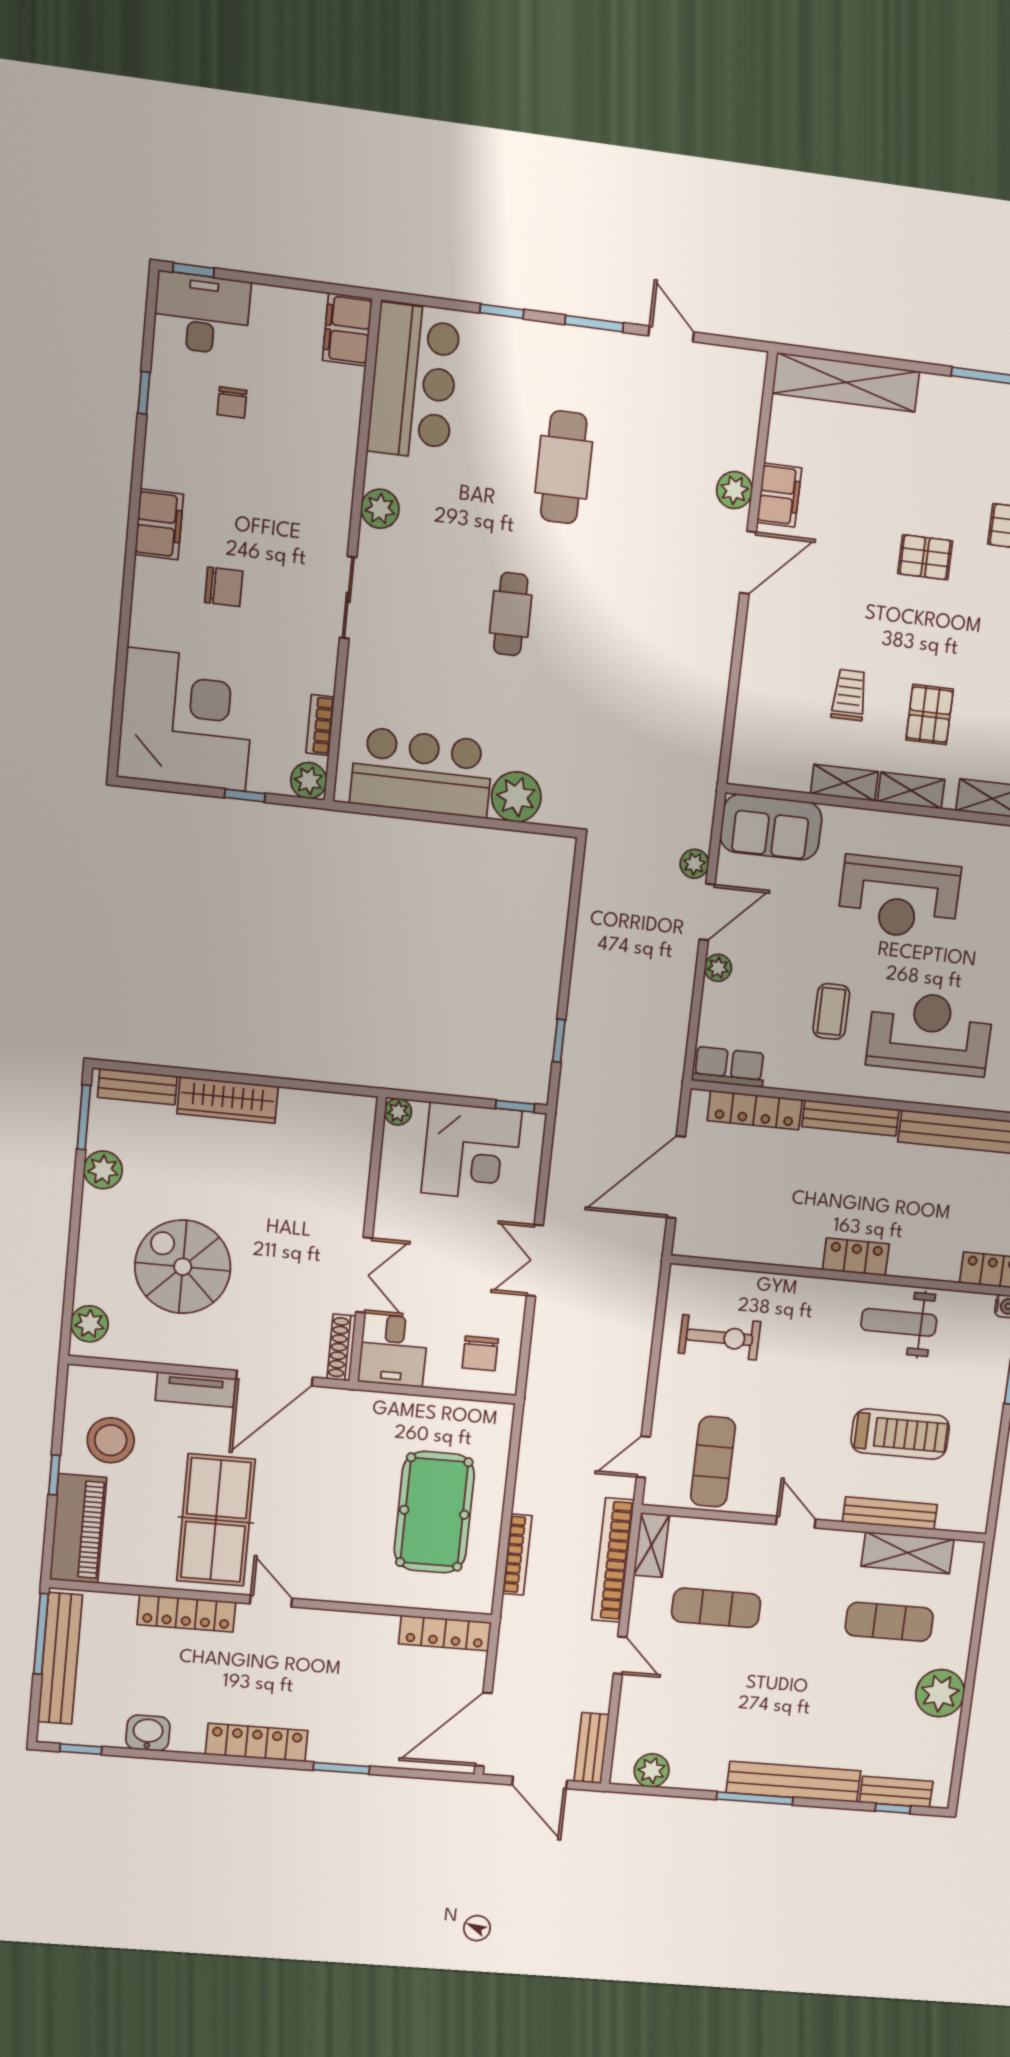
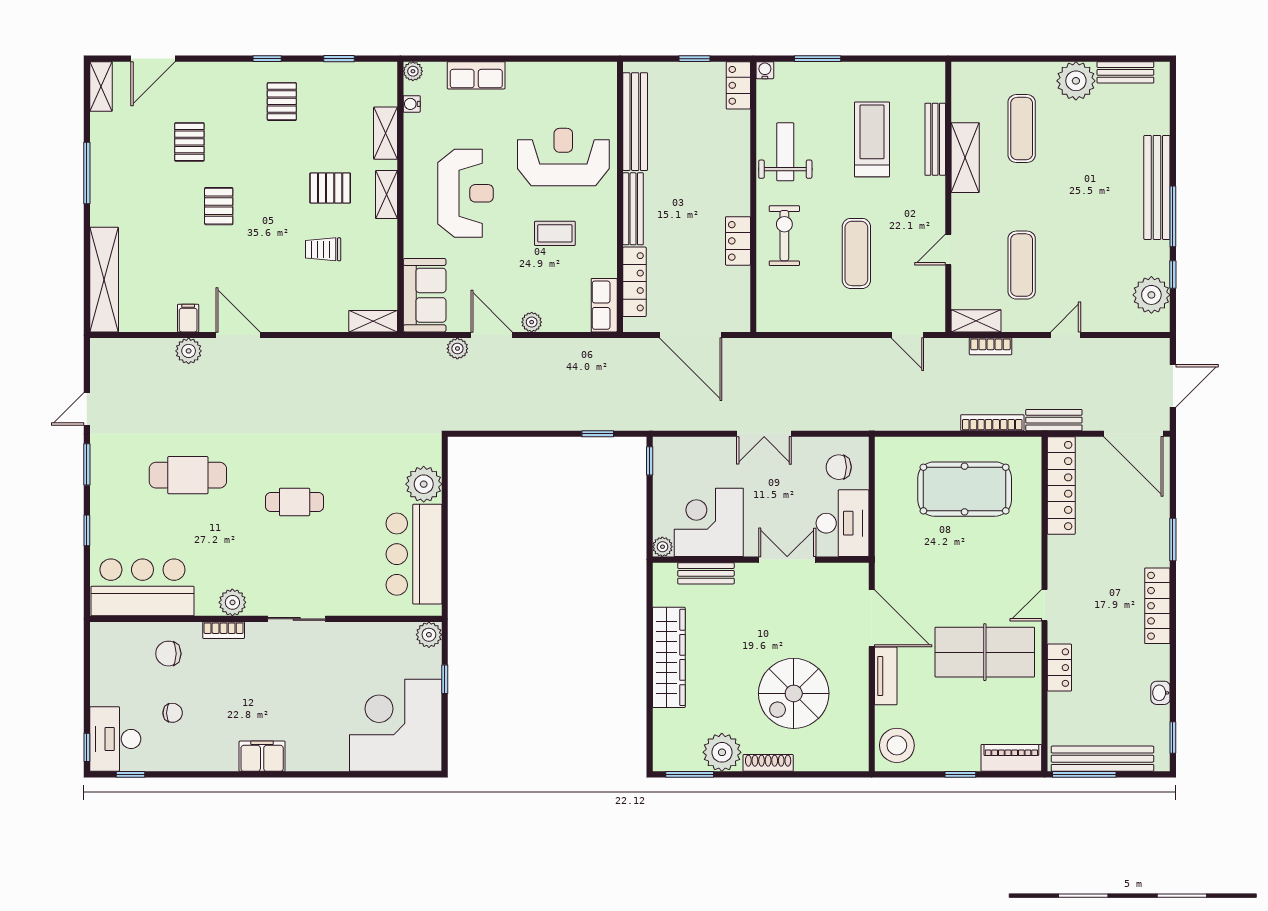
filing cabinet: (347, 329) -> (113, 637), removed
window: (144, 393) -> (130, 774), moved
filing cabinet: (779, 495) -> (188, 318), width x0.50
chair: (224, 587) -> (168, 654), moved, turned -90
bookcase: (320, 725) -> (224, 630), moved
shelving: (844, 783) -> (373, 321), moved, turned 90
reception desk: (930, 1033) -> (563, 157), turned 90
bench: (137, 1087) -> (706, 573), moved, turned 90
wardrobe: (228, 1100) -> (669, 657), width x1.40, depth x1.17
corner desk: (472, 1152) -> (709, 522), moved, turned -90
plant: (103, 1170) -> (722, 752), width x1.36, depth x1.36
locker: (856, 1257) -> (738, 241), moved
weight bench: (899, 1322) -> (785, 152), turned 180
plant: (90, 1324) -> (843, 758), removed
exercise bike: (720, 1337) -> (784, 236), moved
shoe rack: (341, 1347) -> (768, 763), moved, turned 180
desk: (393, 1350) -> (842, 523), width x1.37
chair: (480, 1353) -> (839, 467), turned 180
stool: (111, 1440) -> (897, 745), moved
exercise mat: (713, 1462) -> (856, 253), moved, turned 90
door: (796, 1522) -> (948, 250), moved
piano: (78, 1529) -> (1011, 758), width x0.73, depth x0.75
shelving: (908, 1553) -> (965, 158), moved
bookcase: (613, 1560) -> (991, 346), width x0.43, depth x0.76
locker: (186, 1613) -> (1059, 668), width x0.66
locker: (445, 1633) -> (1061, 486), width x1.41, depth x1.21
washbasin: (148, 1733) -> (1160, 693), width x0.72, depth x0.69
bench: (592, 1748) -> (1054, 420), moved
plant: (652, 1770) -> (1151, 295), width x1.36, depth x1.36
bench: (896, 1792) -> (1125, 72), moved, turned 90
window: (893, 1808) -> (1173, 274), moved

